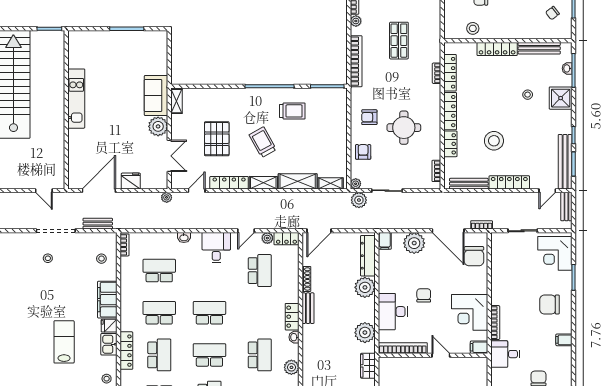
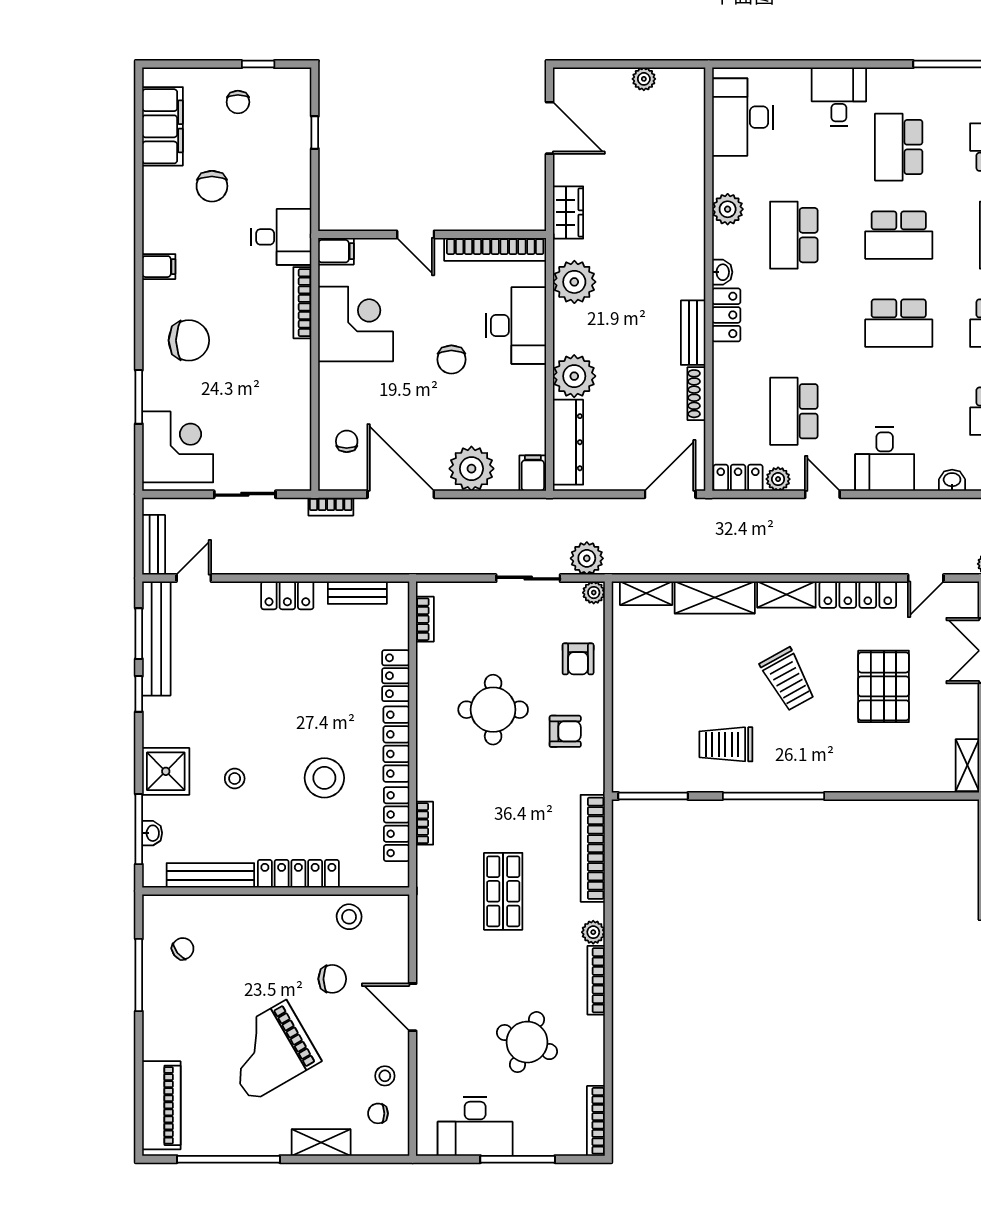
stool: (494, 141) -> (324, 778), moved
locker: (509, 182) -> (287, 595), width x0.66
bench: (469, 184) -> (357, 593), width x0.73
door: (246, 231) -> (822, 494), hinge flipped
chair: (474, 256) -> (347, 441), width x0.54, depth x0.54

